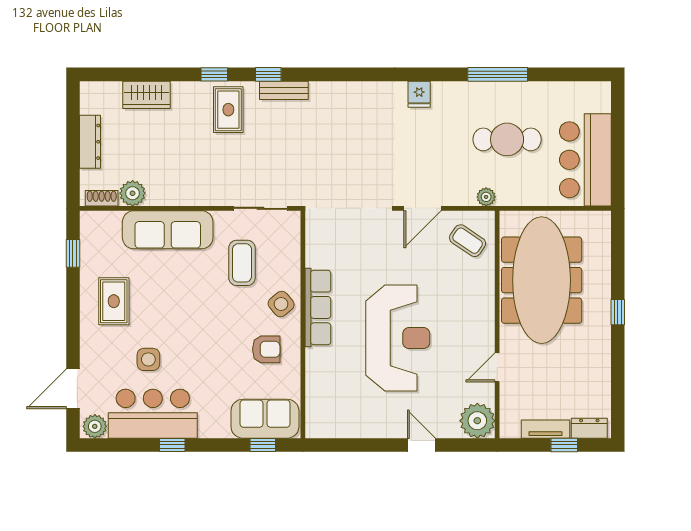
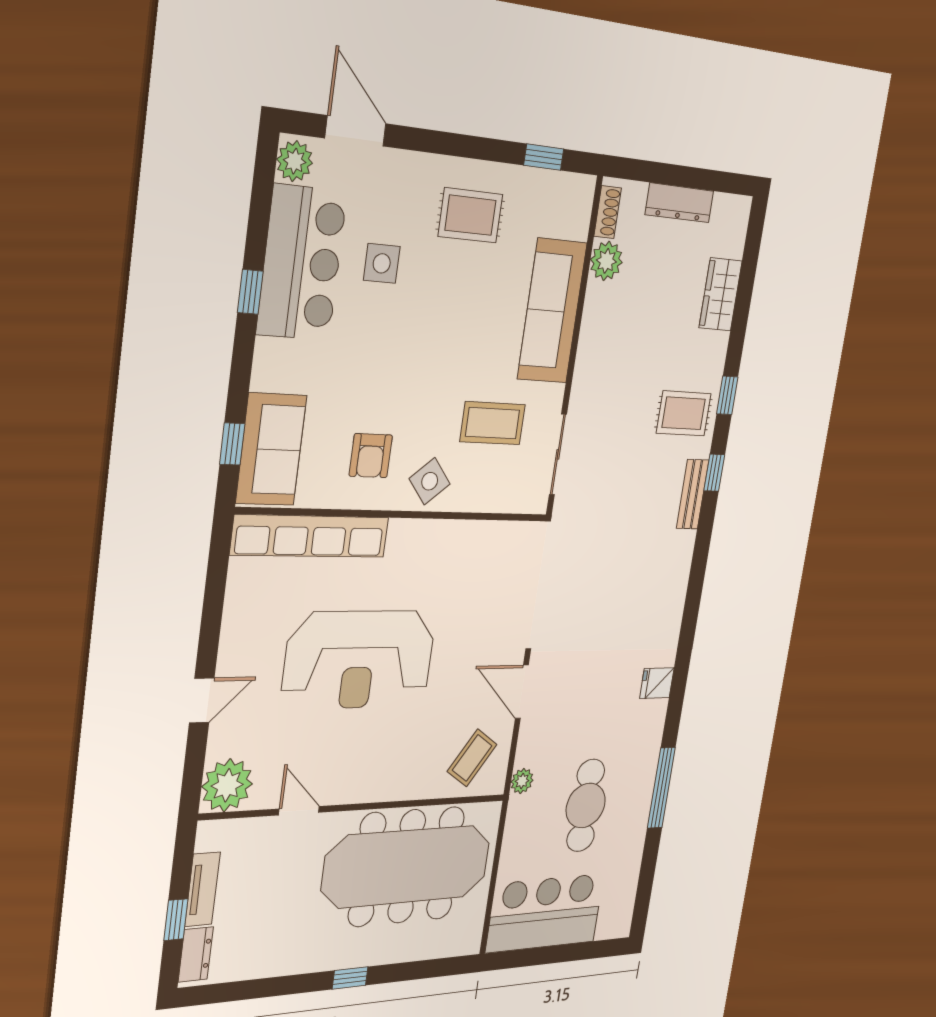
row of seats: (318, 307) -> (310, 536), moved, width x1.36

